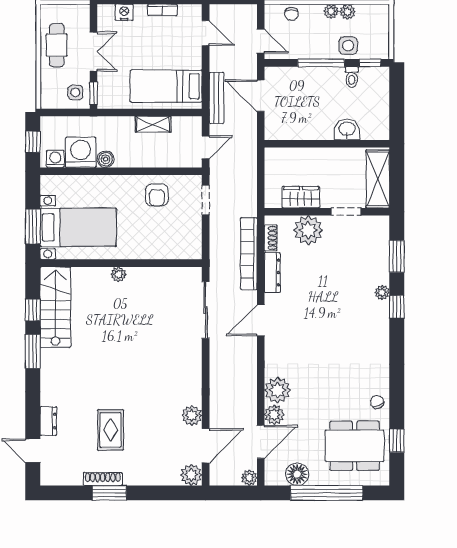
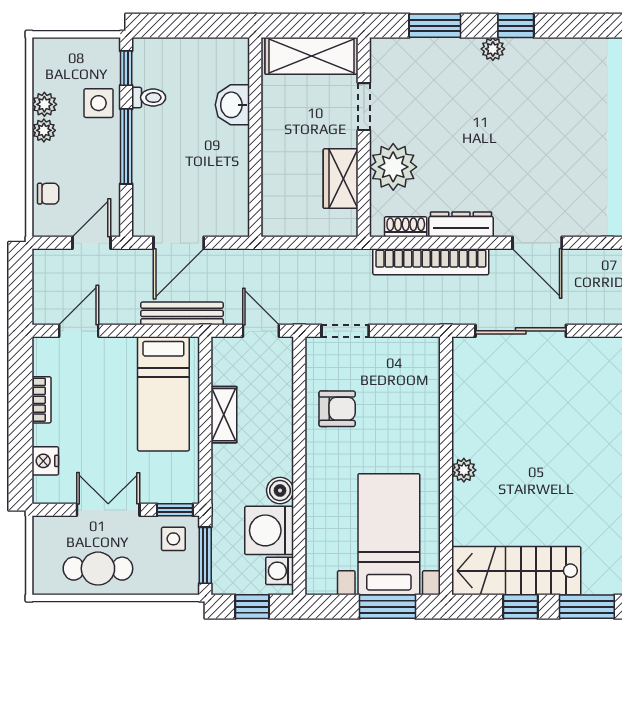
window: (65, 112) -> (205, 555), added

